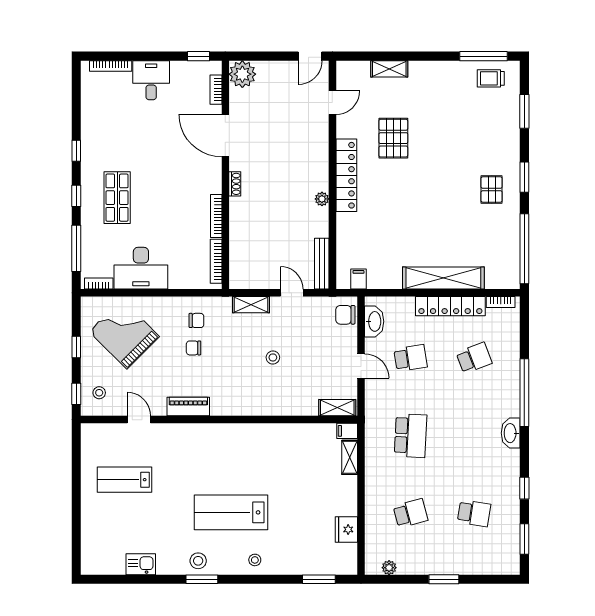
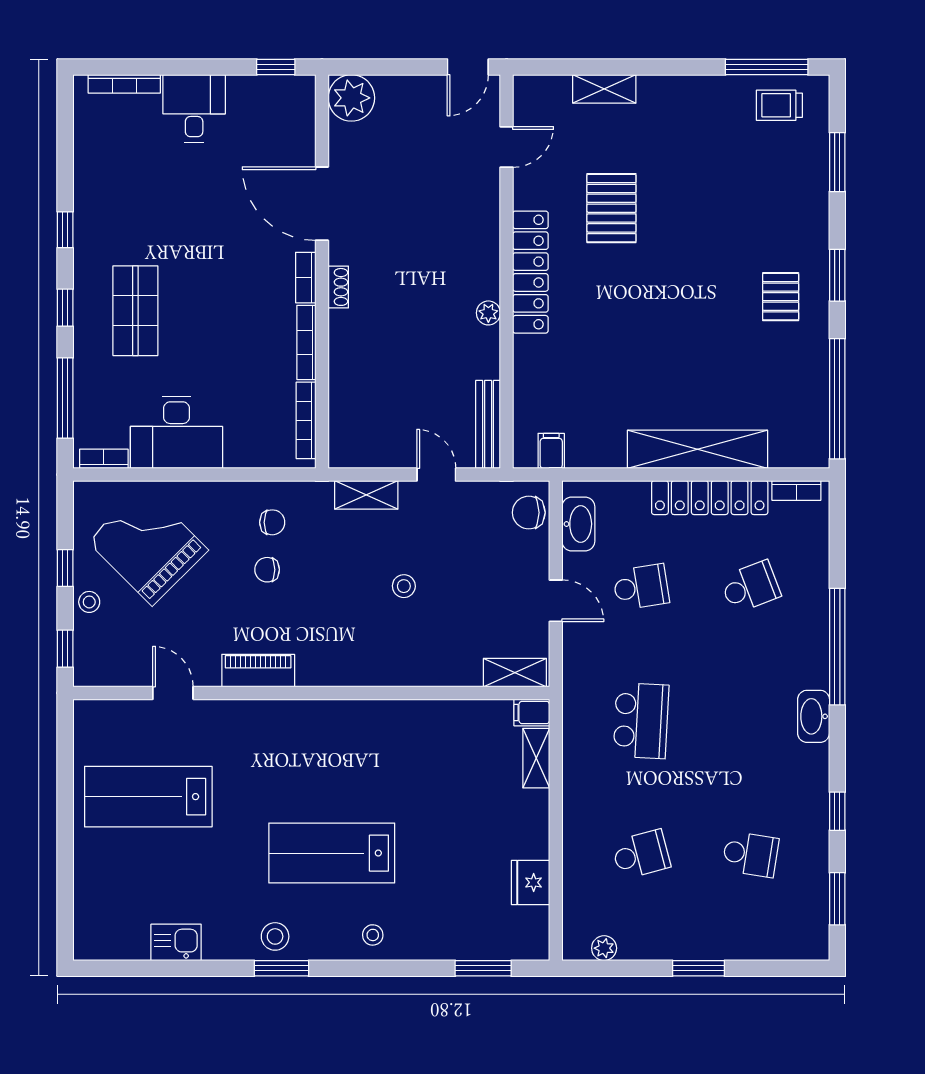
bookcase: (216, 90) -> (306, 278), moved
stool: (99, 393) -> (89, 602), moved
lab bench: (125, 480) -> (148, 797), width x1.36, depth x1.39

